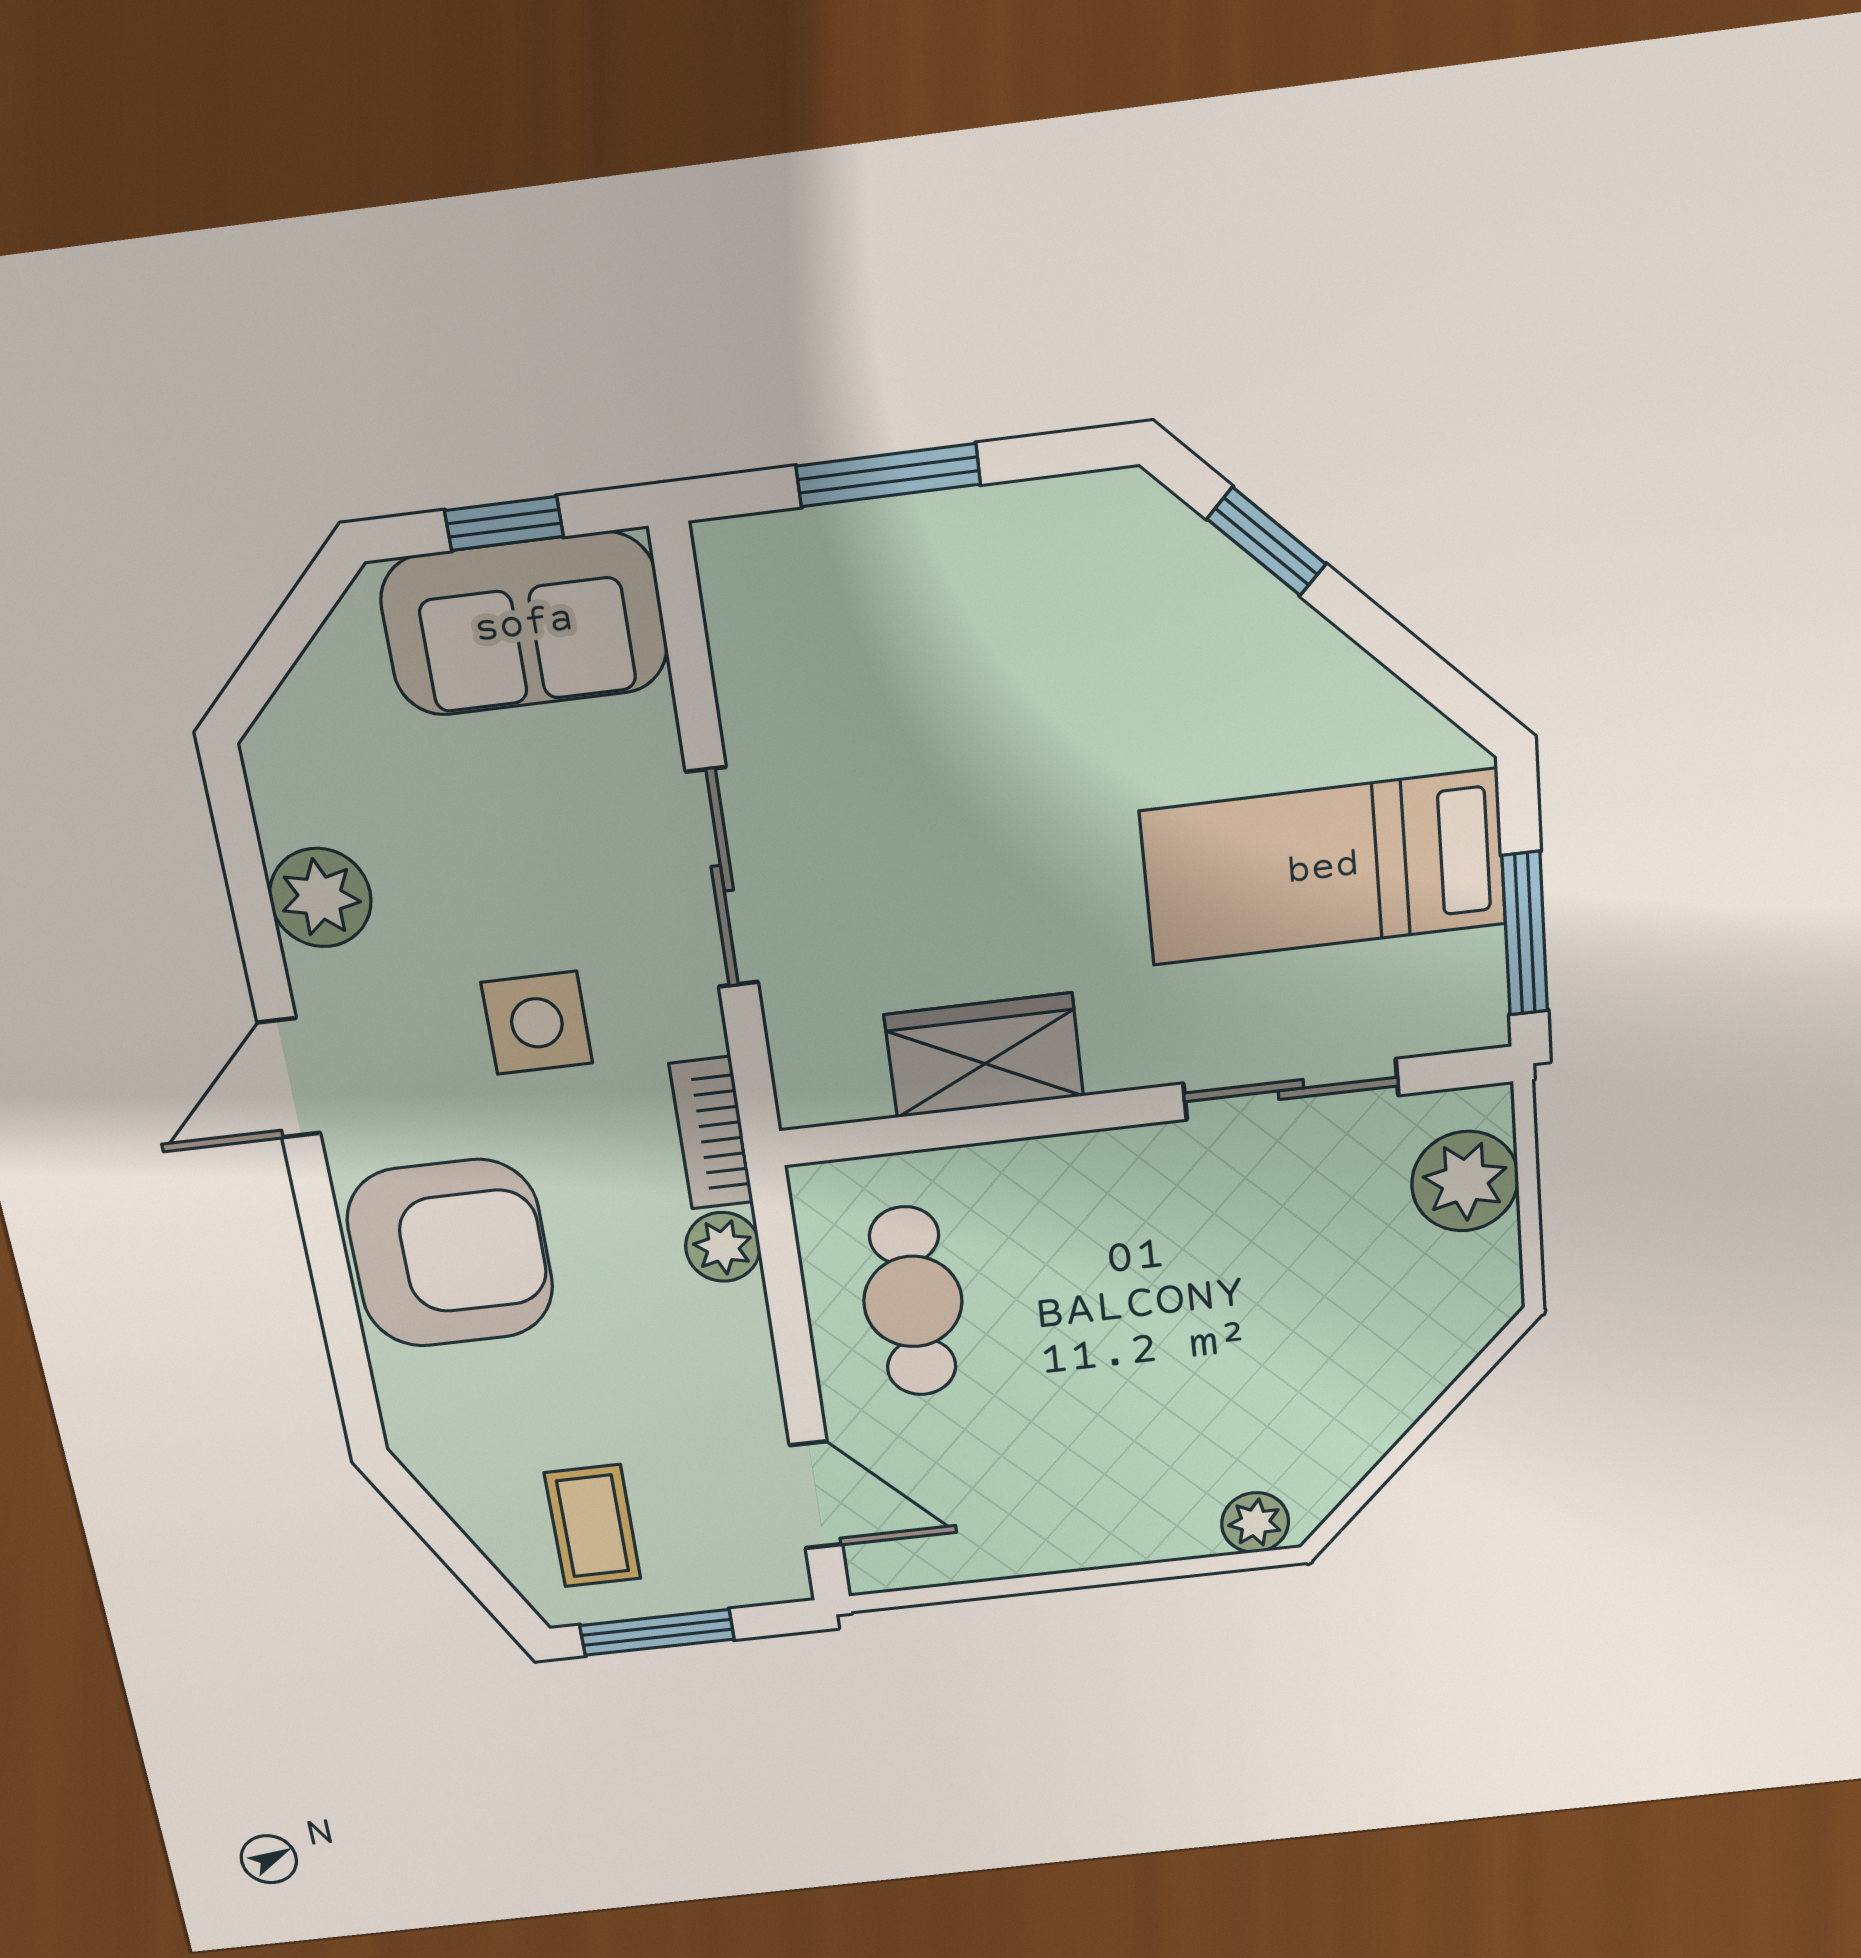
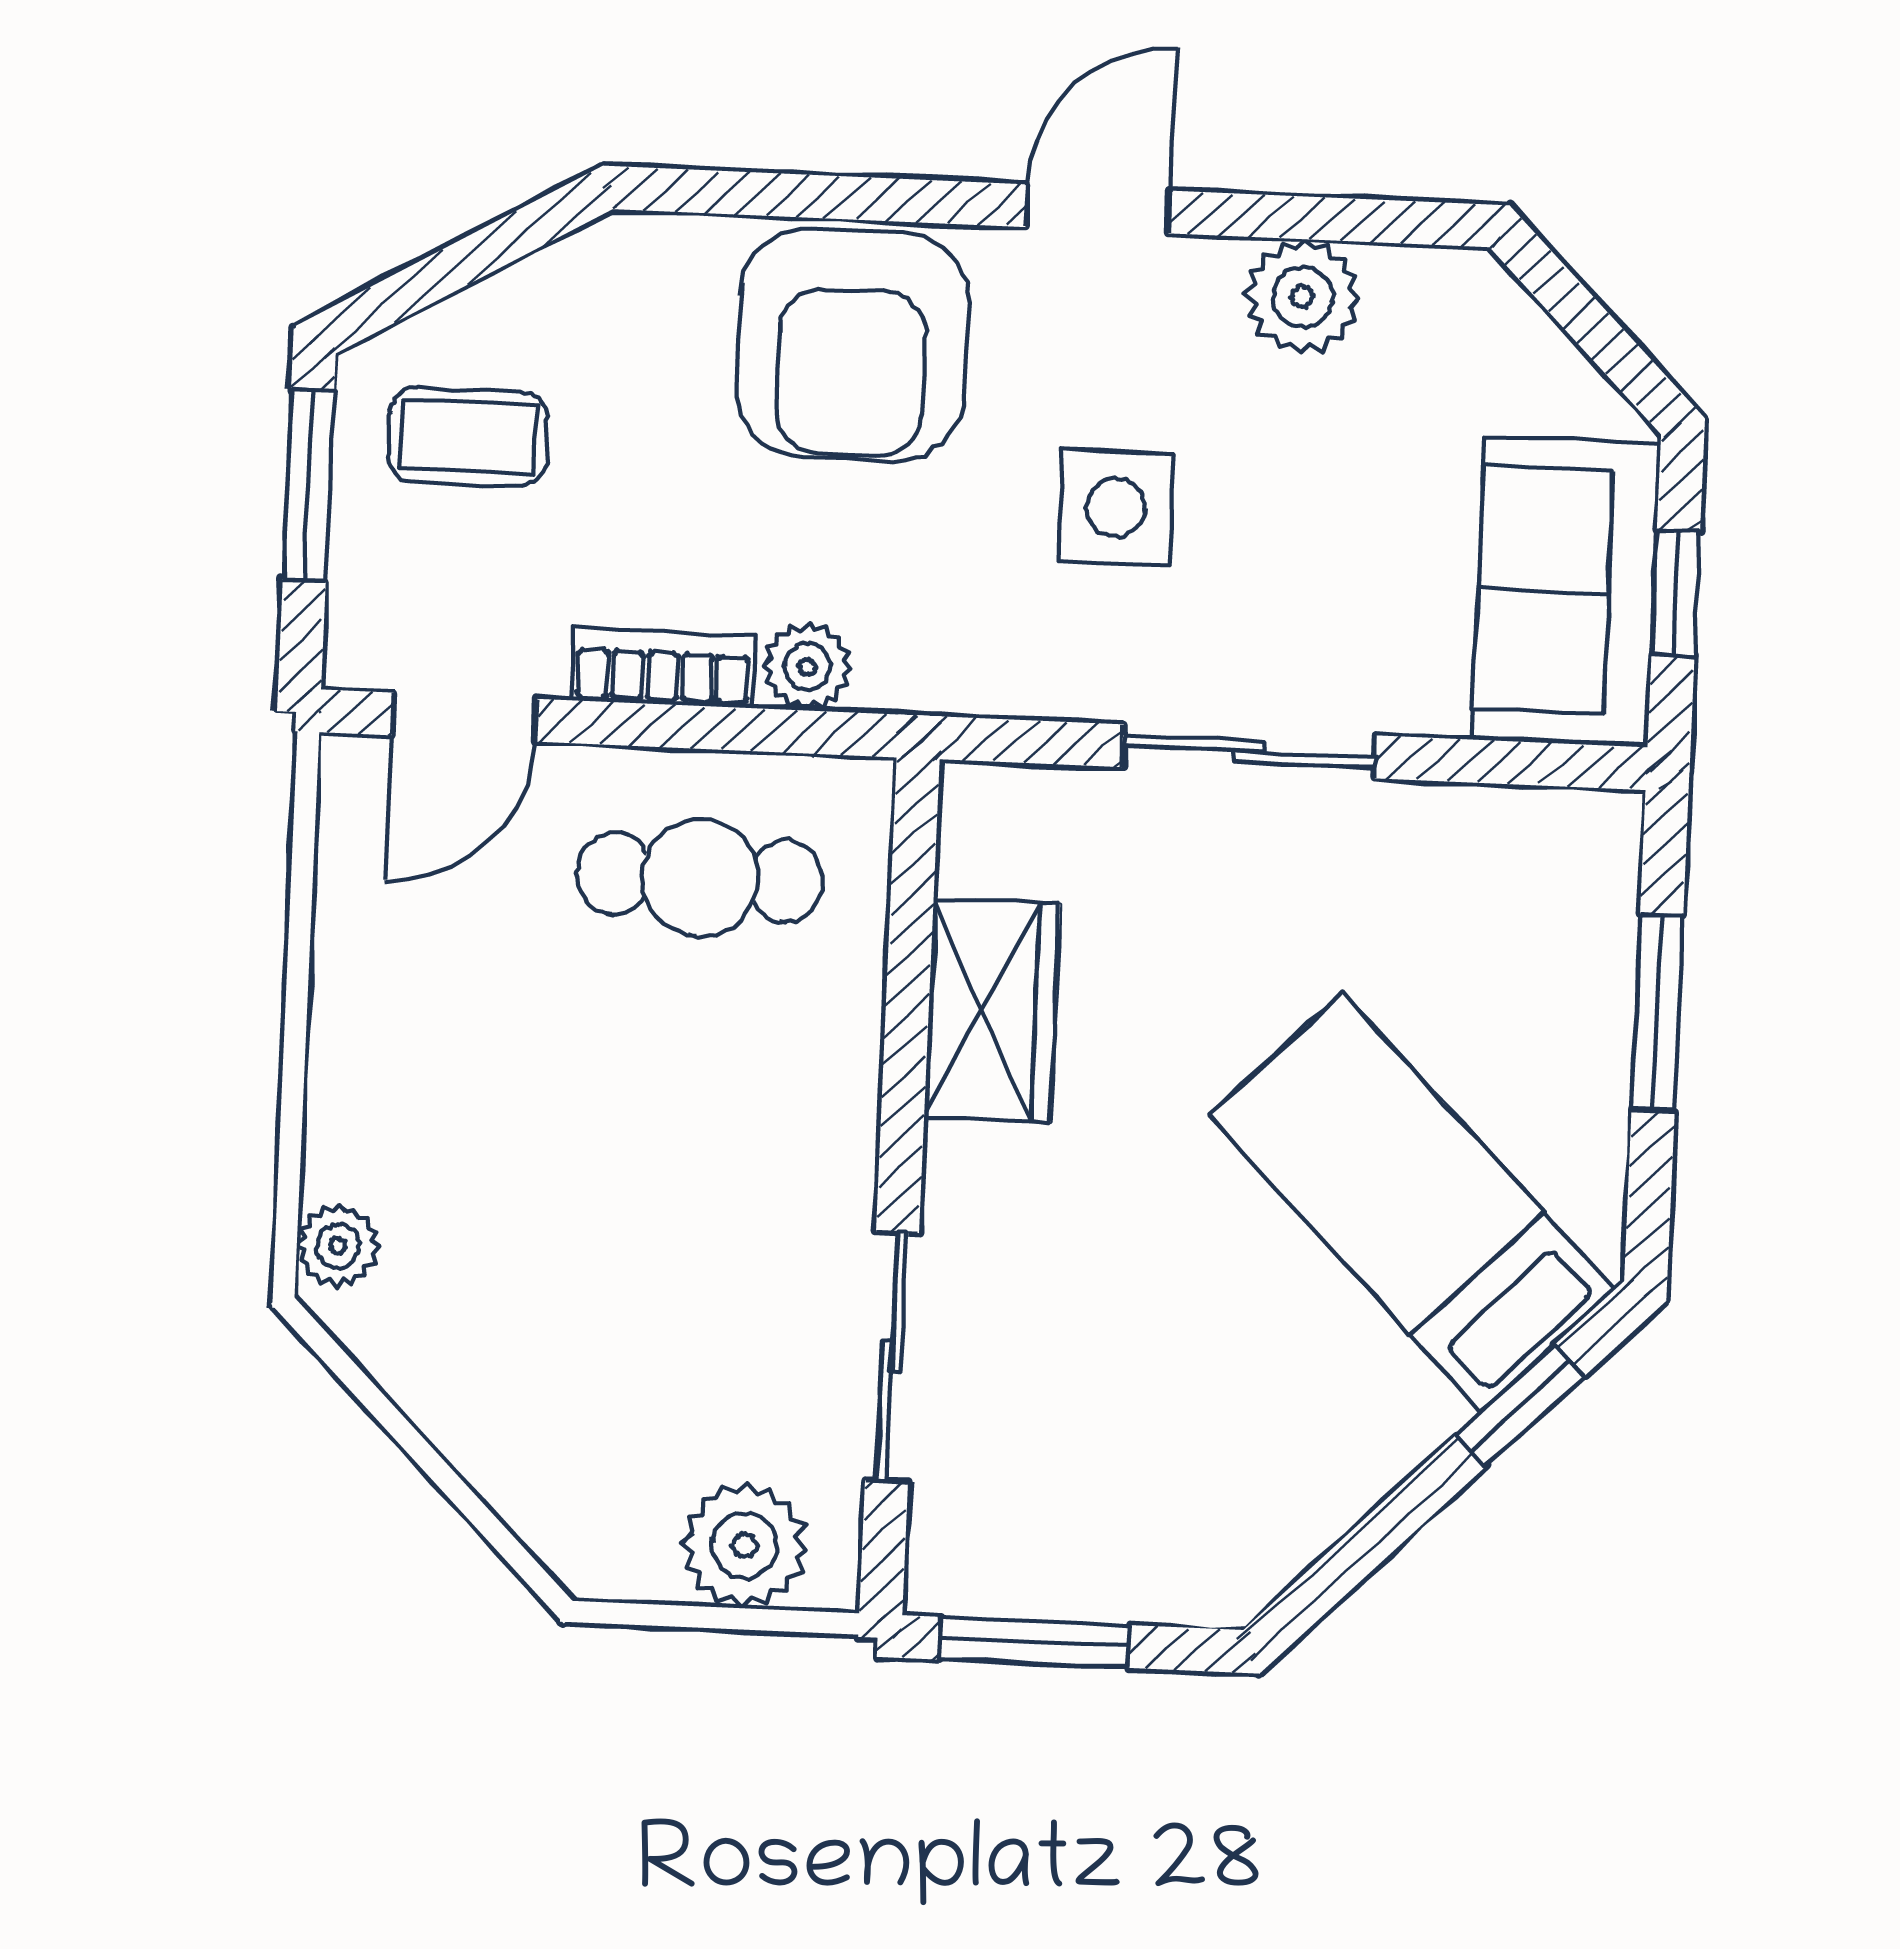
bed: (1323, 868) -> (1412, 1202), moved, turned -45
door: (289, 1078) -> (1098, 209), hinge flipped
bookcase: (711, 1133) -> (663, 668), moved

